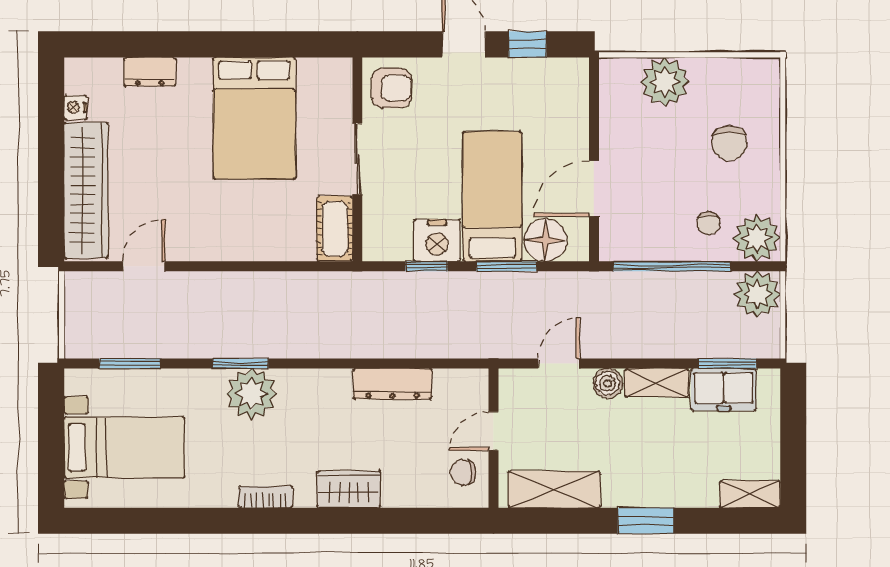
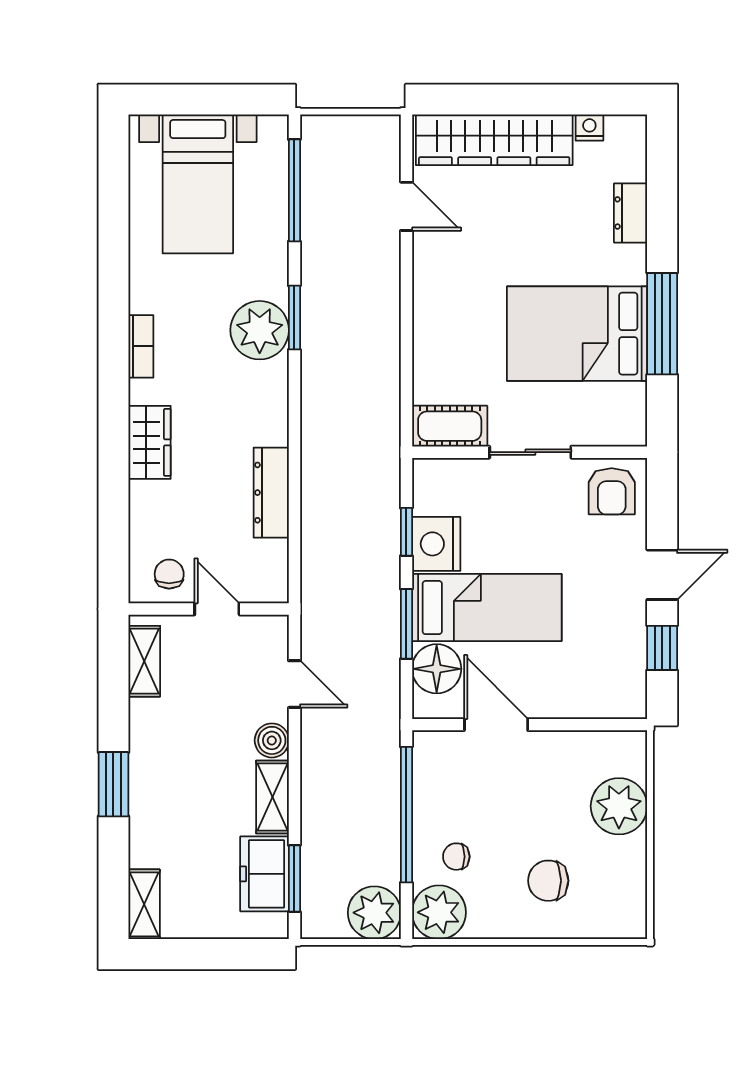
window: (246, 44) -> (662, 324), added
window: (130, 364) -> (294, 190), width x1.44
shelving: (554, 489) -> (144, 661), width x0.67, depth x0.75

